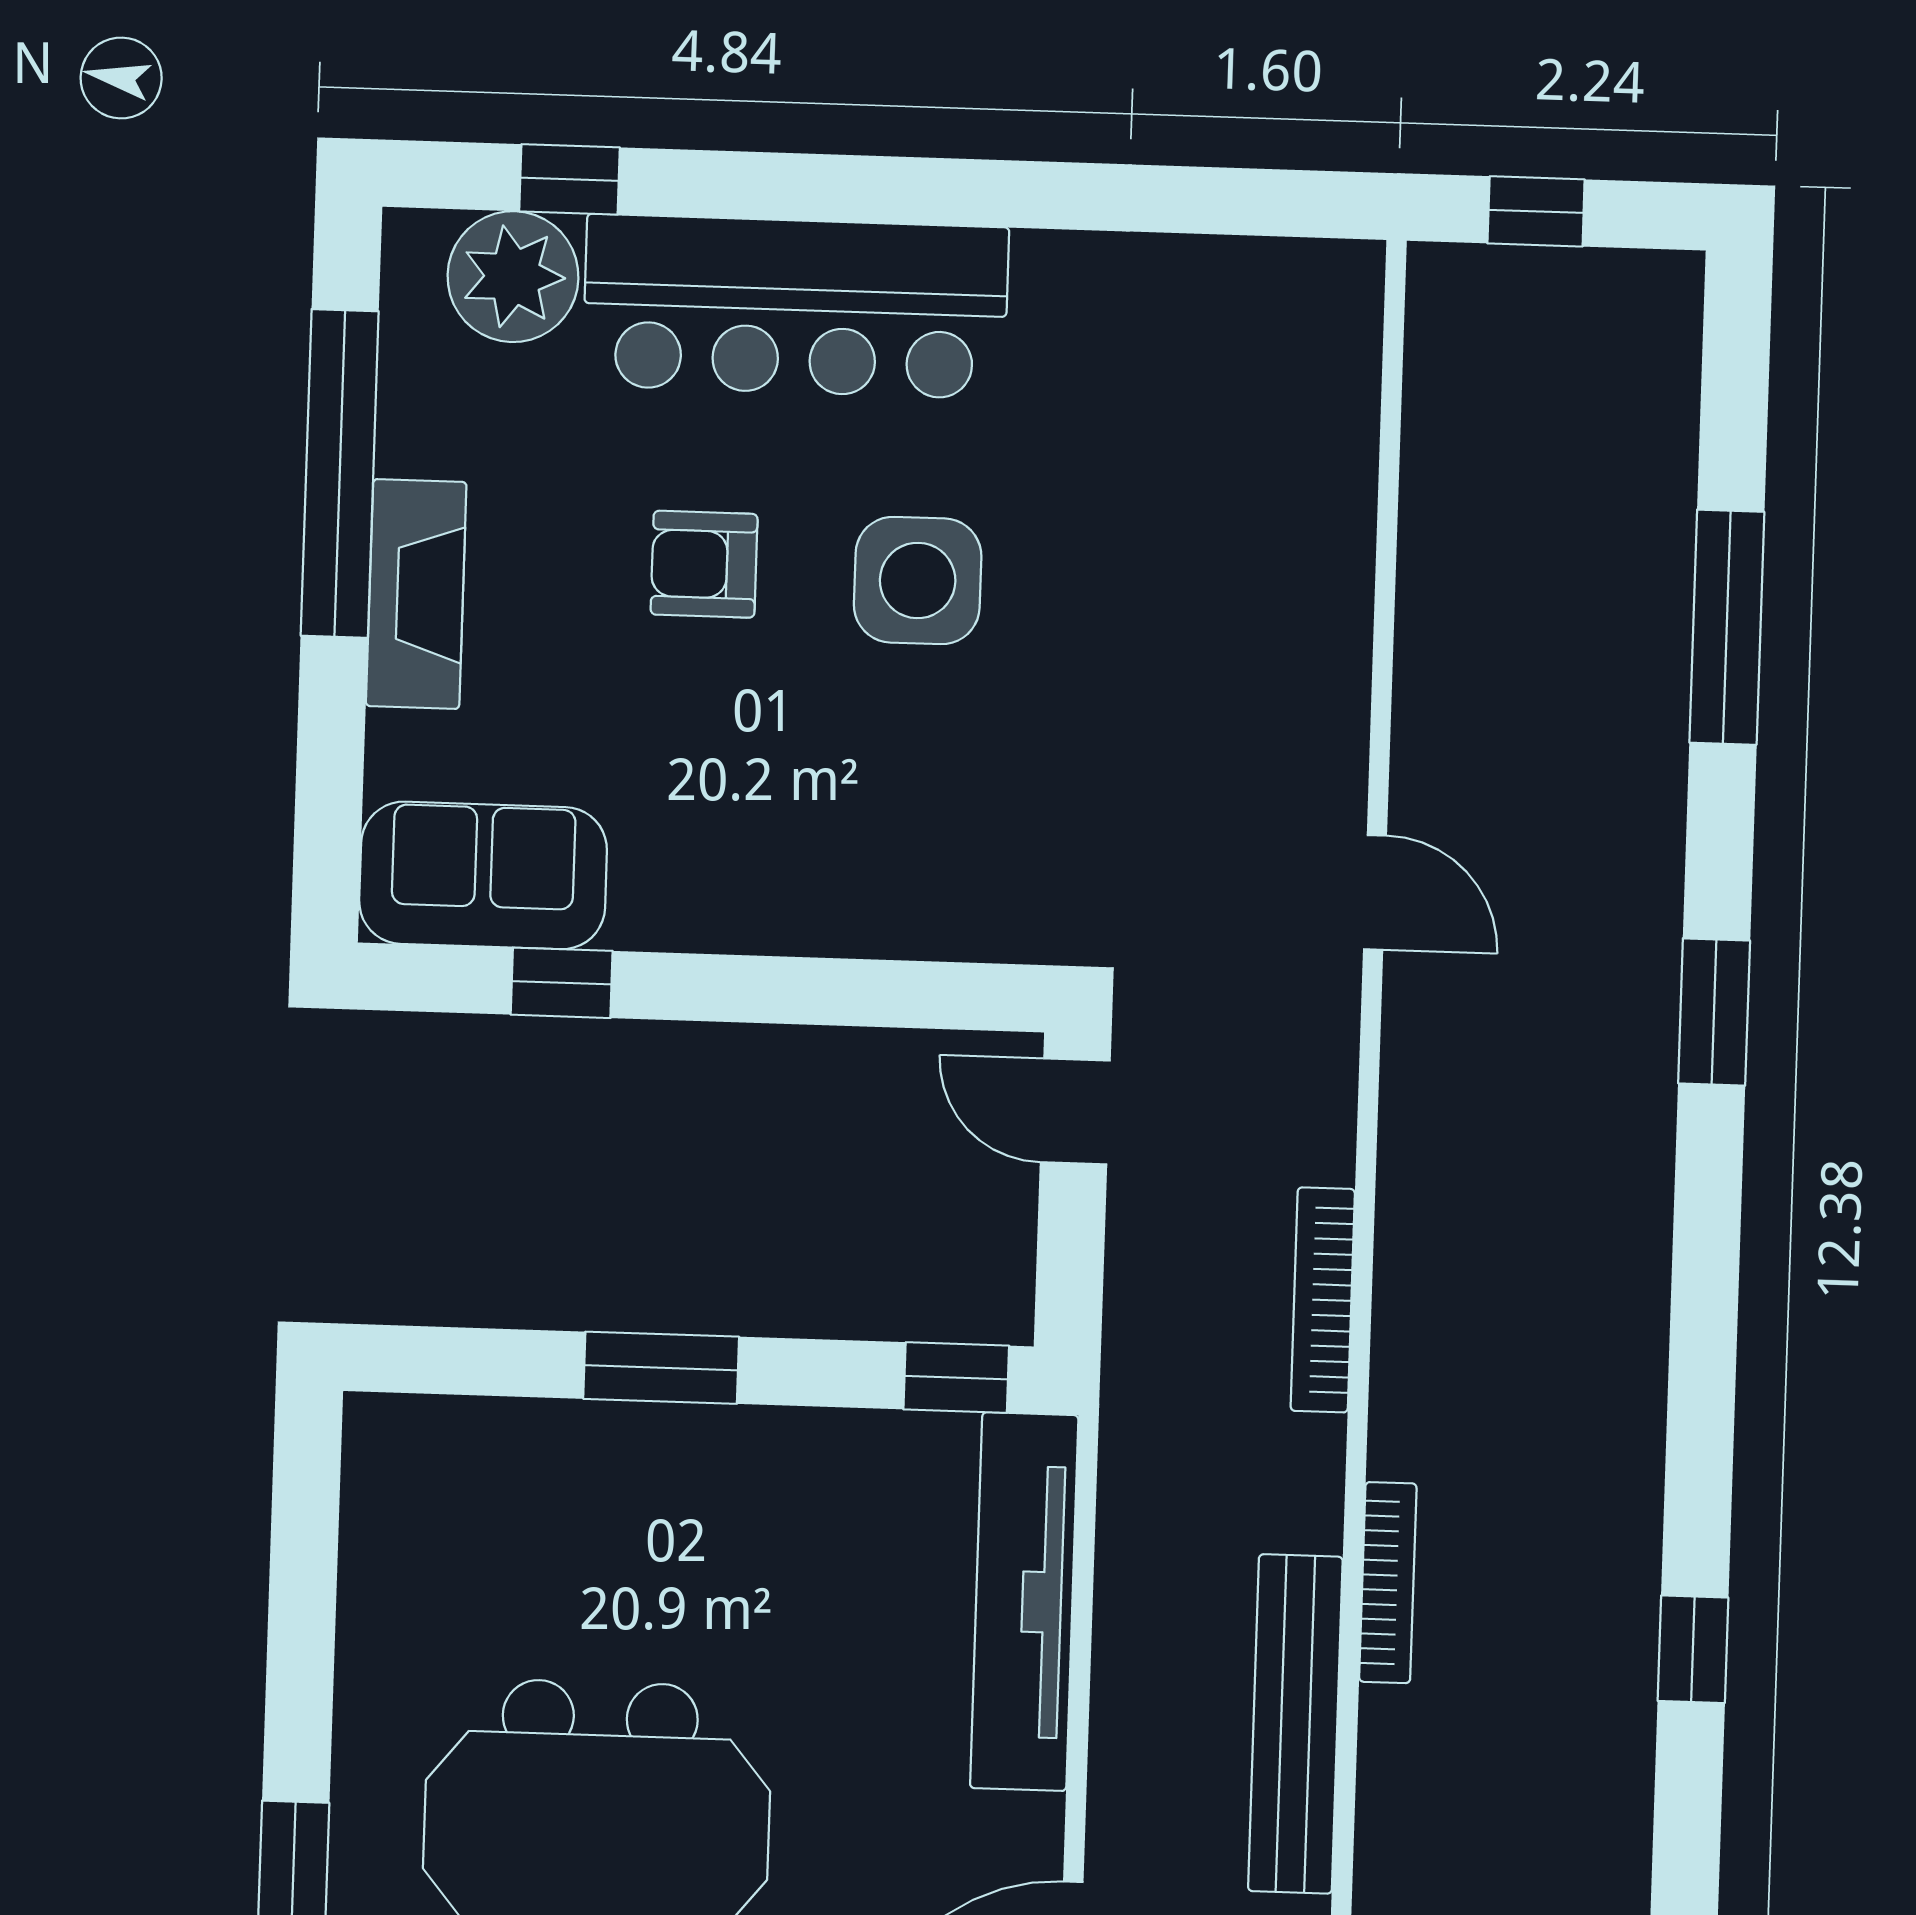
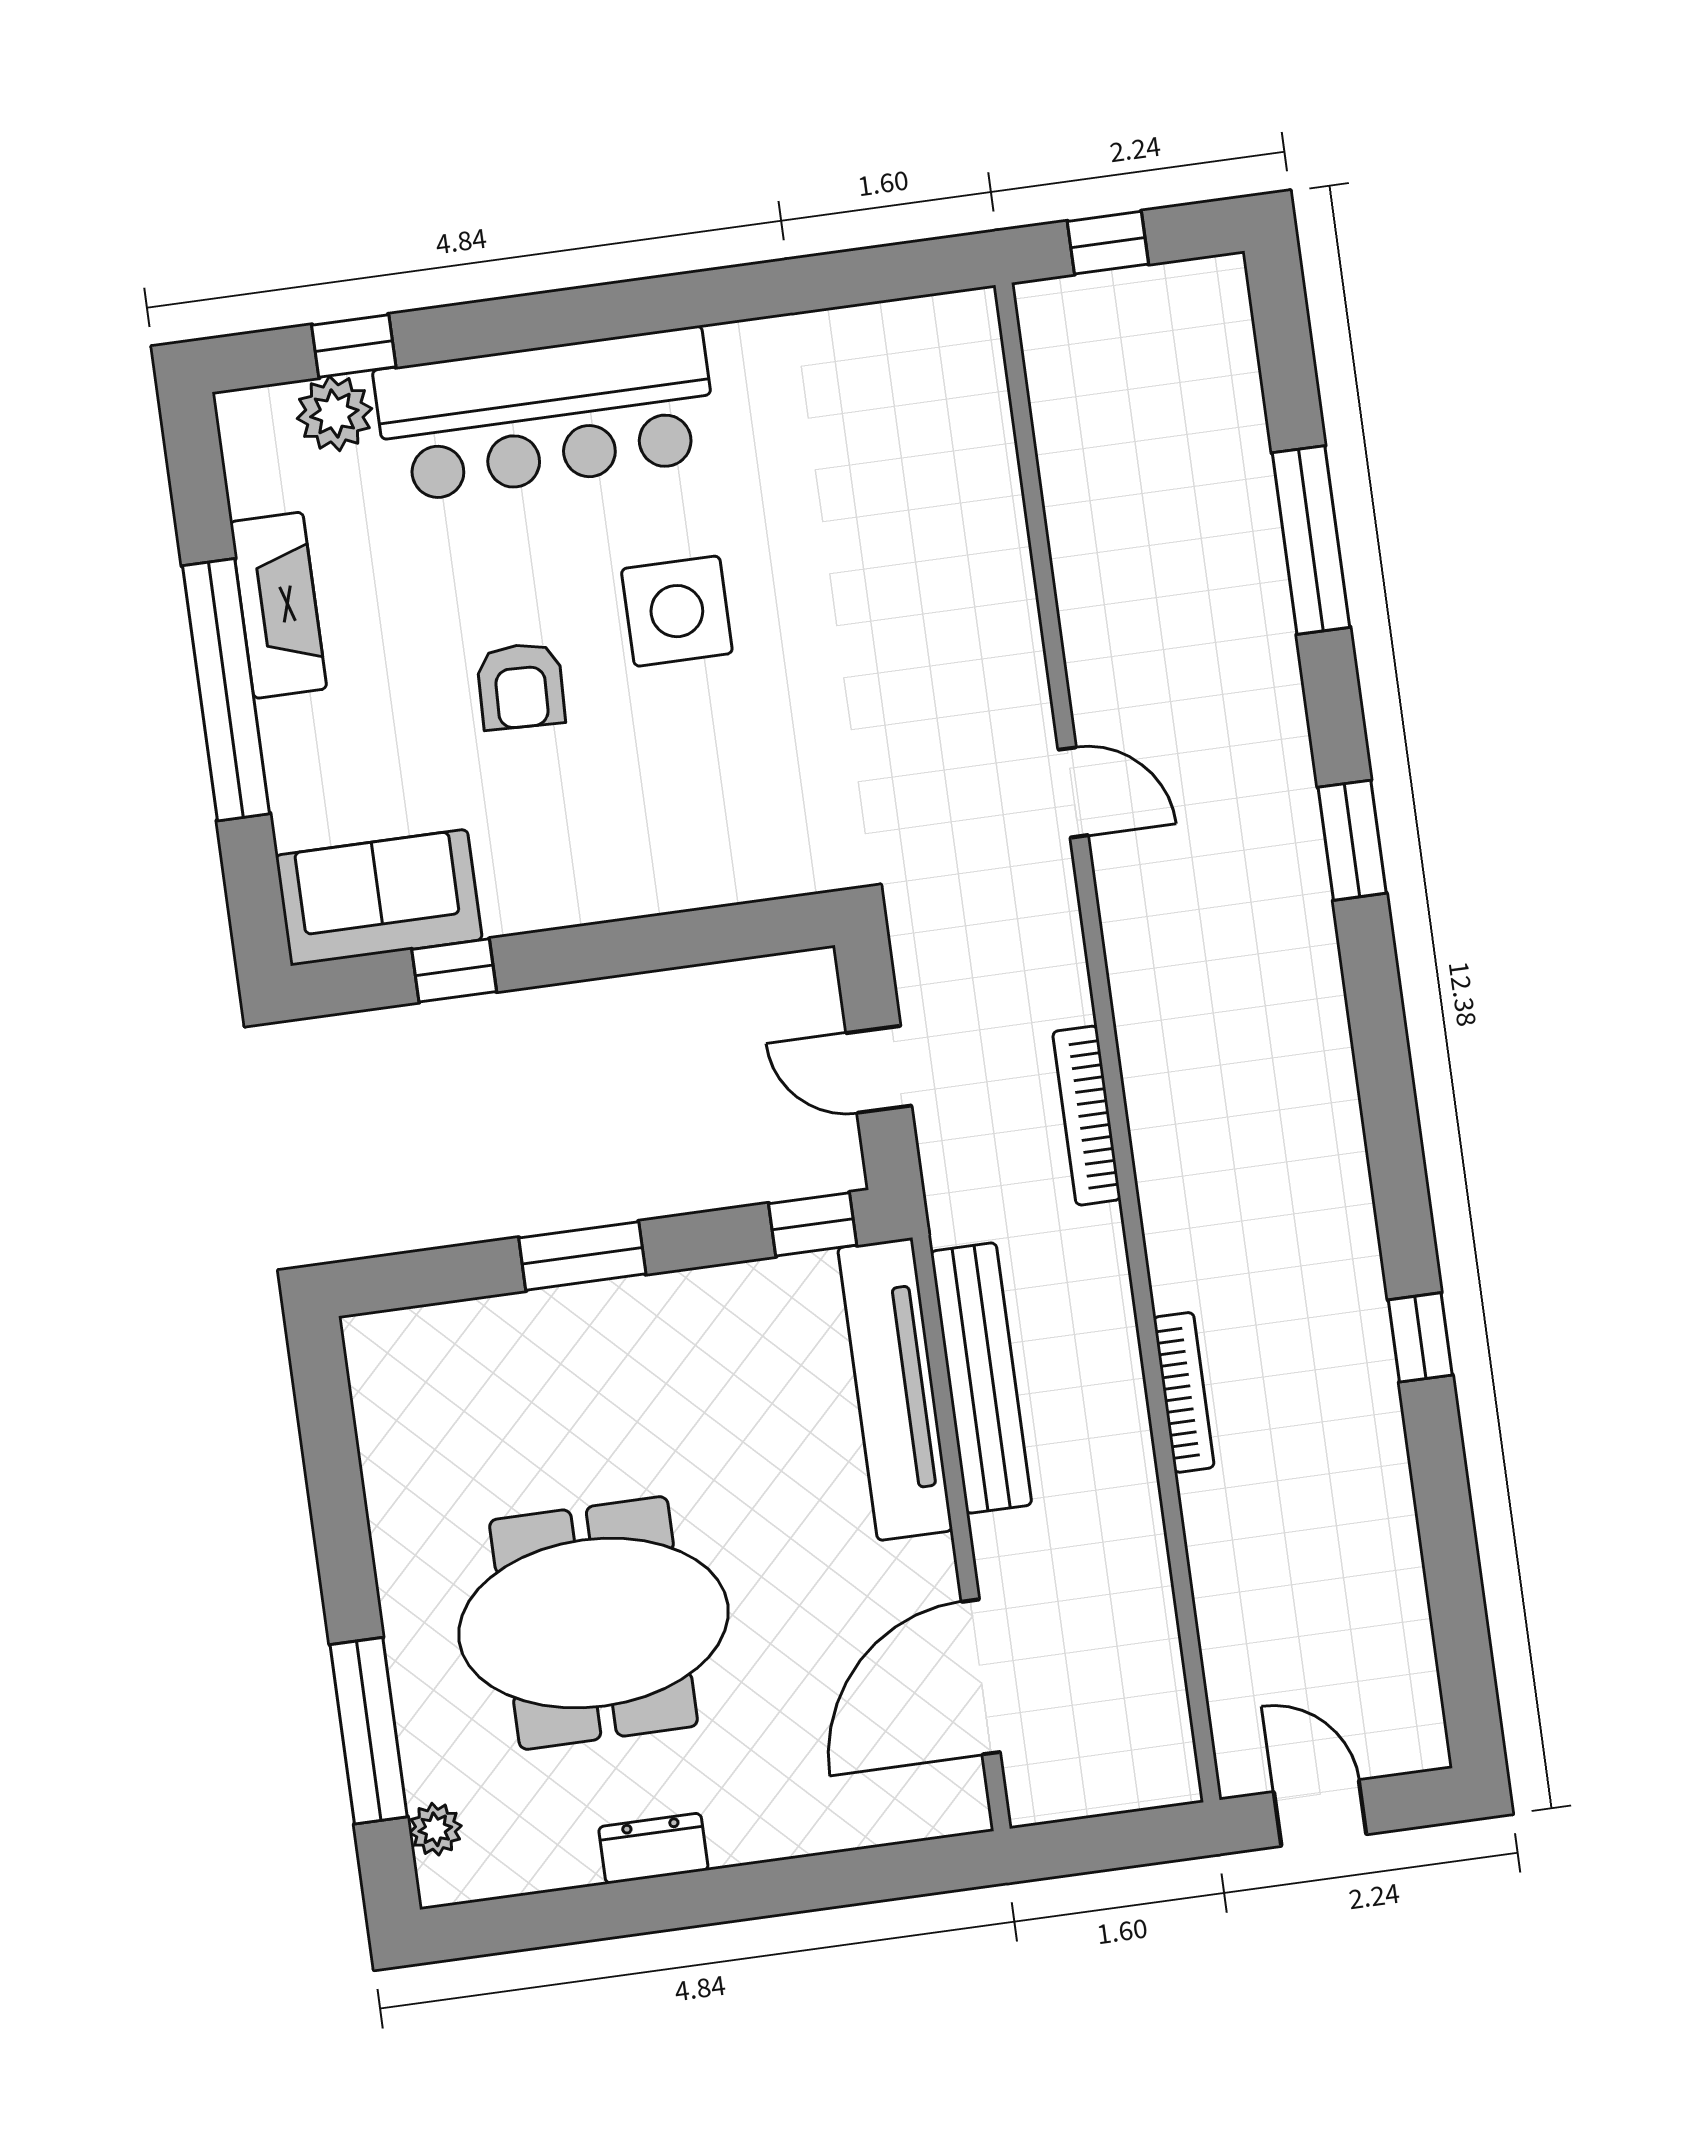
plant: (513, 277) -> (334, 413), width x0.73, depth x0.73
window: (340, 474) -> (226, 690), moved
armchair: (704, 564) -> (521, 686), moved, turned -88
fireplace: (416, 594) -> (278, 605), moved
door: (1075, 1111) -> (879, 1069), moved
bookcase: (1388, 1583) -> (1184, 1392), moved
bench: (1295, 1724) -> (981, 1378), moved

